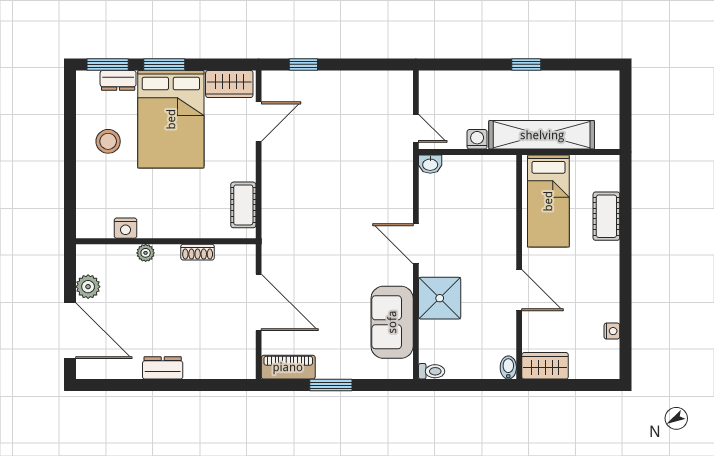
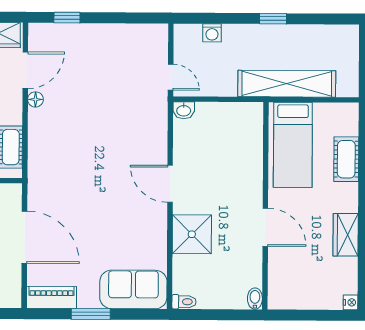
washing machine: (477, 139) -> (212, 33), moved, turned 180
floor lamp: (270, 153) -> (35, 99), added
sofa: (392, 322) -> (133, 289), moved, turned 90
nightstand: (612, 331) -> (351, 302), moved
wardrobe: (545, 366) -> (346, 235), moved, turned -90

